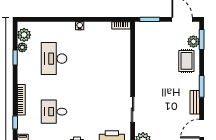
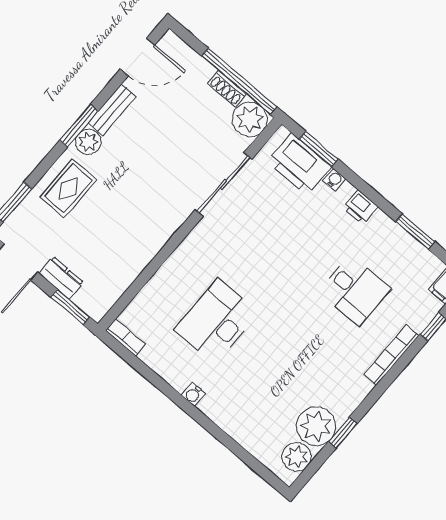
dresser: (162, 27) -> (61, 278), added
plant: (193, 42) -> (88, 142), moved
plant: (22, 47) -> (316, 426), width x1.87, depth x1.87
desk: (54, 59) -> (216, 321), moved, turned 180
sliding door: (133, 109) -> (224, 184), width x1.37

